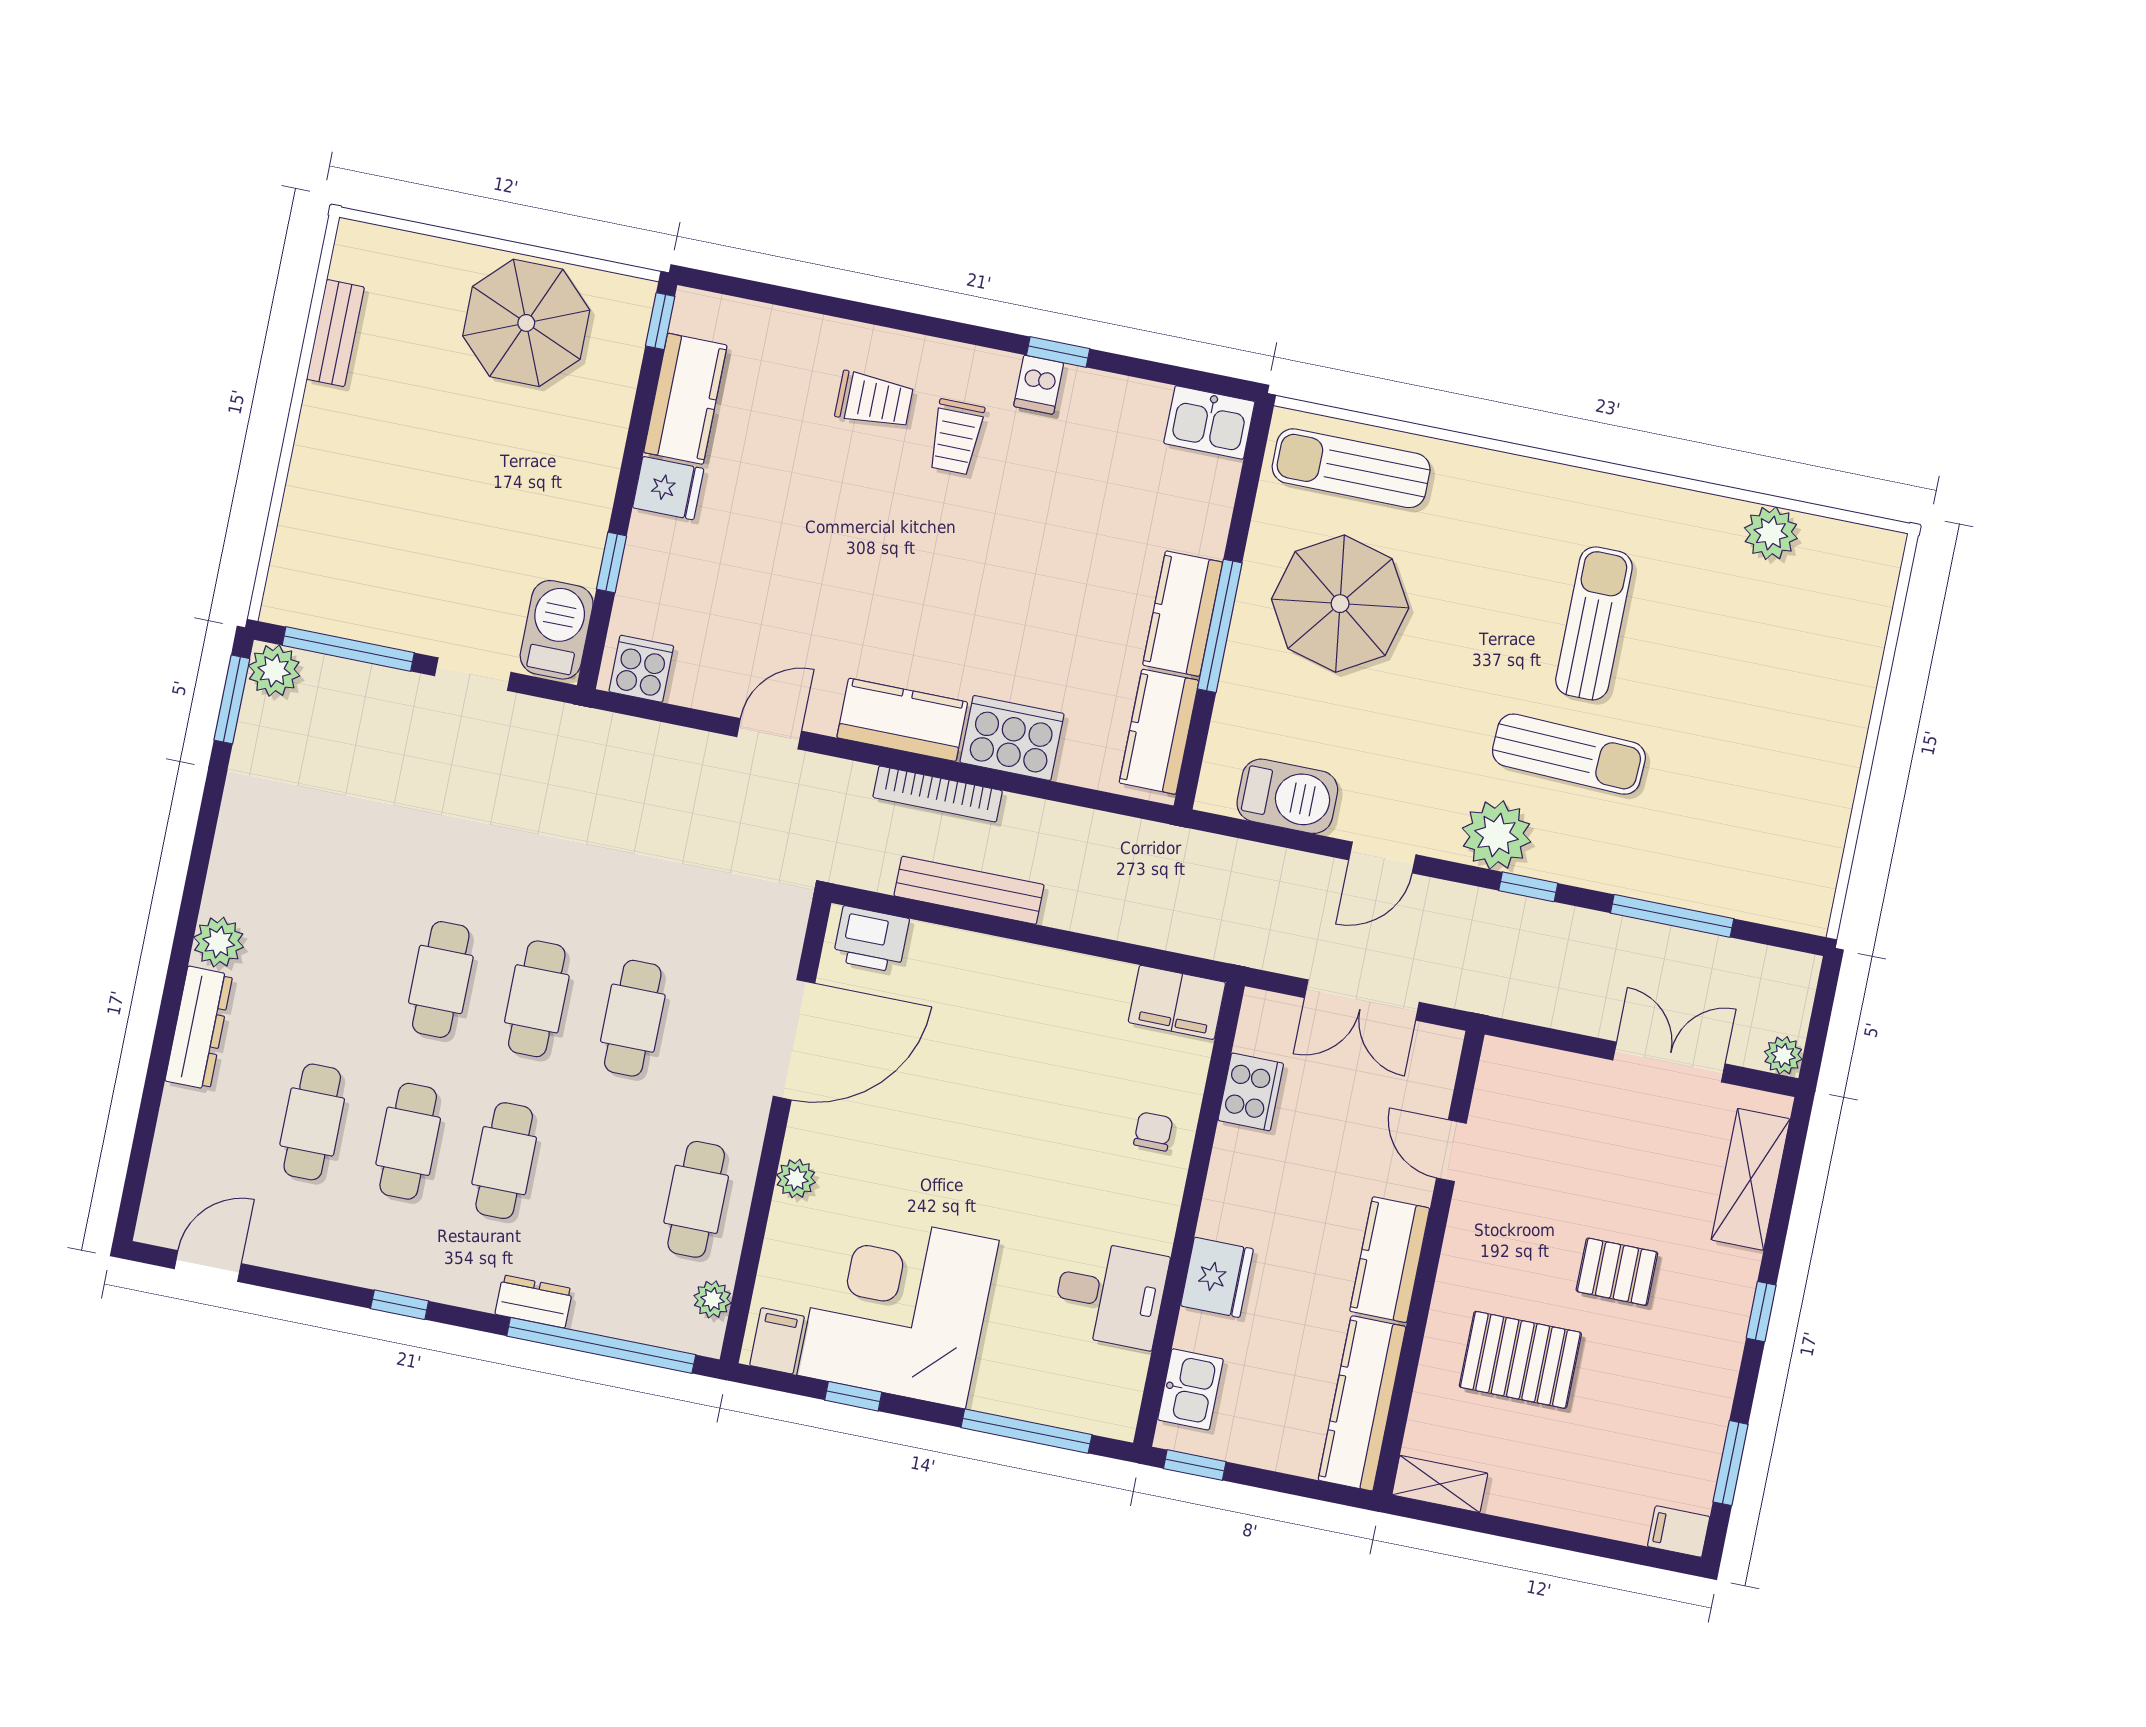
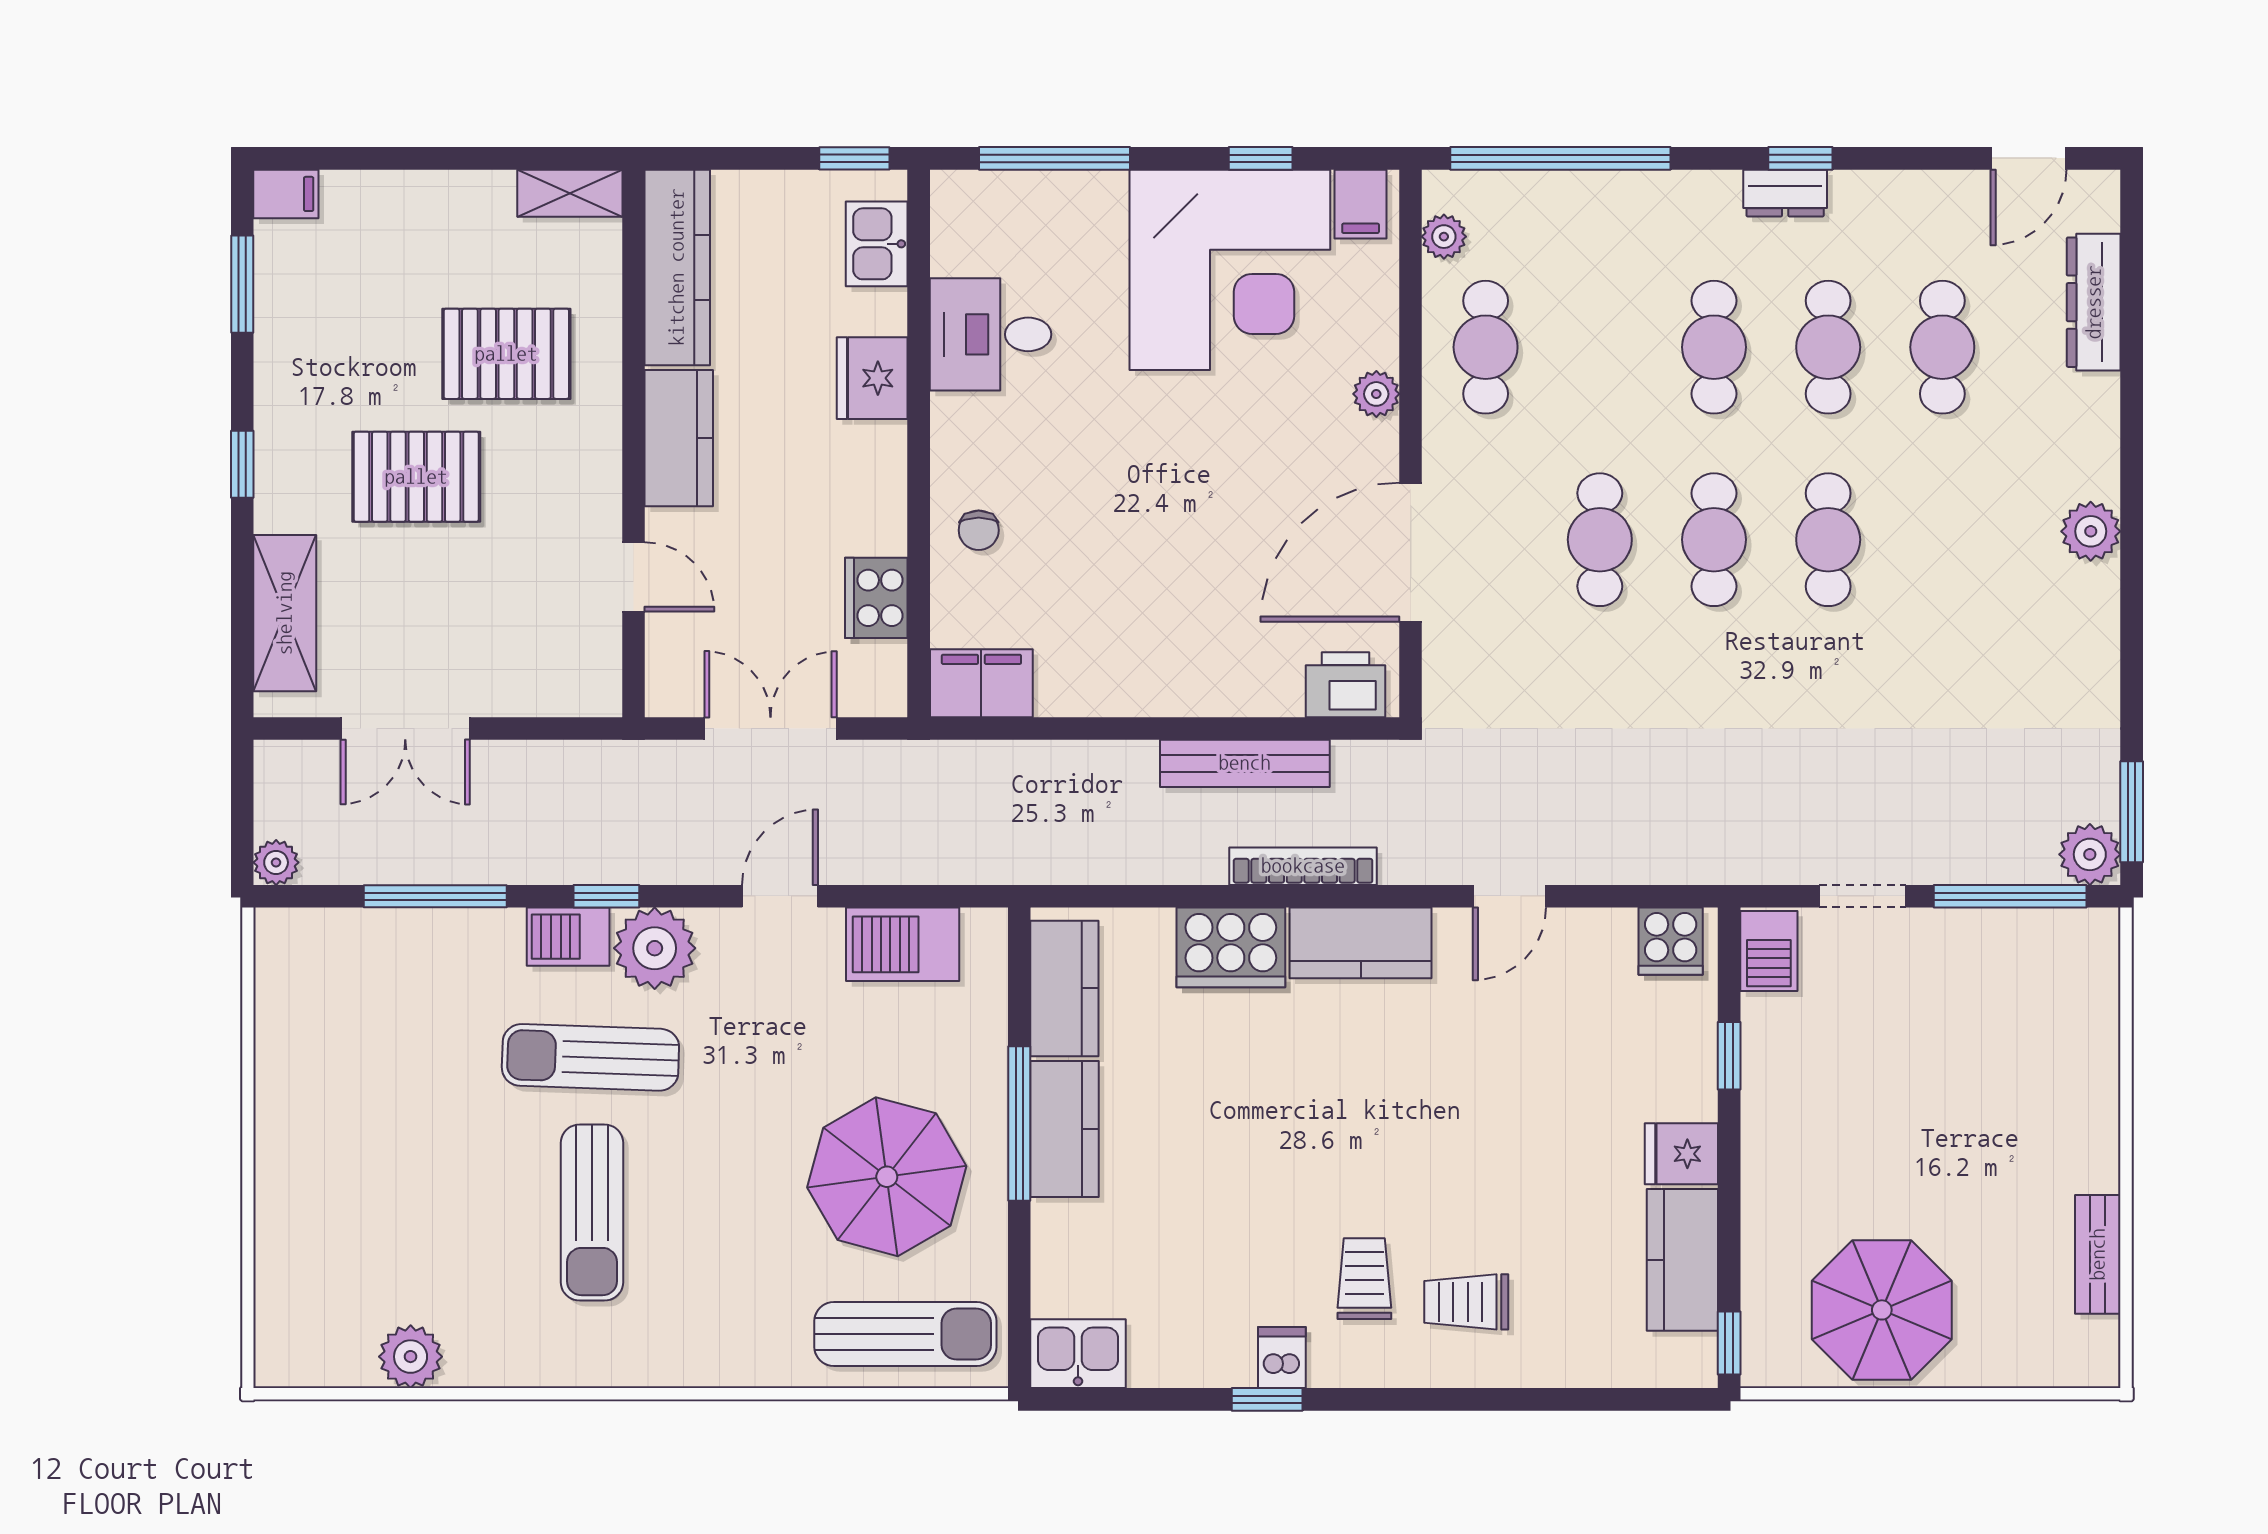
barbecue: (557, 630) -> (1769, 951), width x0.73, depth x0.79
barbecue: (1567, 859) -> (568, 937), added
dresser: (199, 1028) -> (2094, 302), moved
plant: (1783, 1055) -> (276, 862), moved
pallet: (1617, 1272) -> (416, 477), width x1.50, depth x1.42
dresser: (534, 1301) -> (1785, 193), moved

